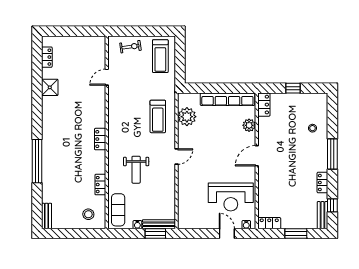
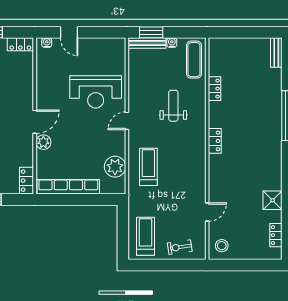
plant: (249, 125) -> (43, 142), moved
reception desk: (231, 197) -> (96, 92), moved, turned 180
stool: (88, 214) -> (222, 246), moved

